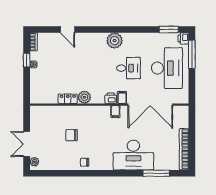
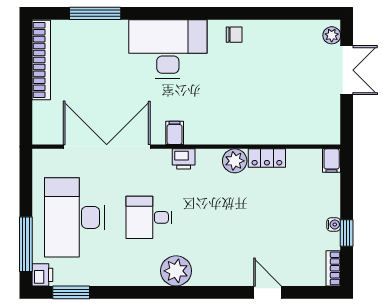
filing cabinet: (122, 97) -> (332, 161), moved
chair: (72, 135) -> (260, 87), removed
desk: (133, 155) -> (168, 49), moved

